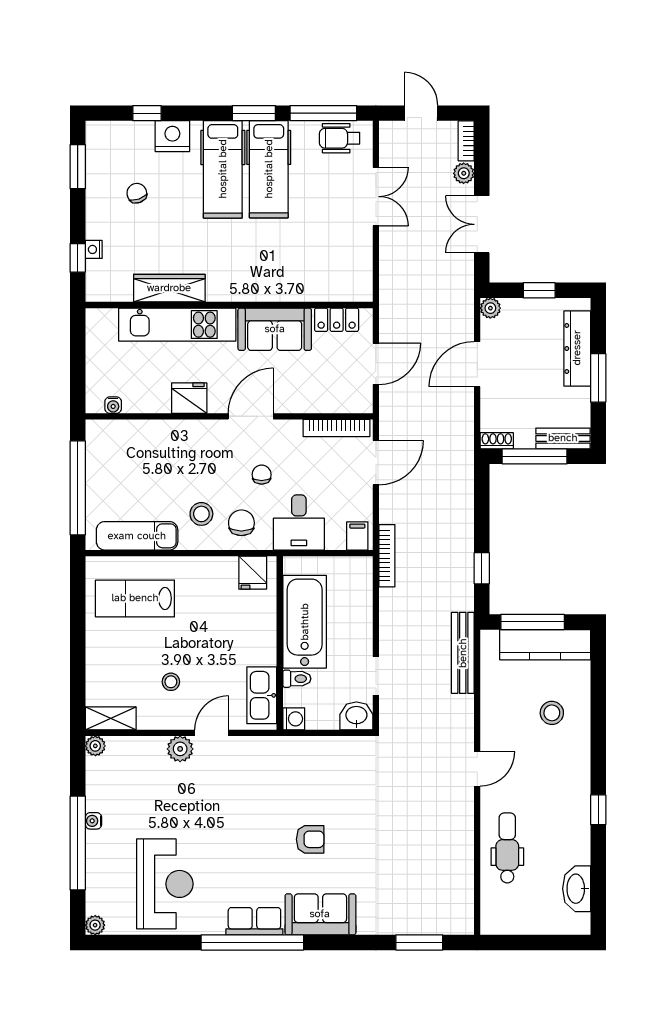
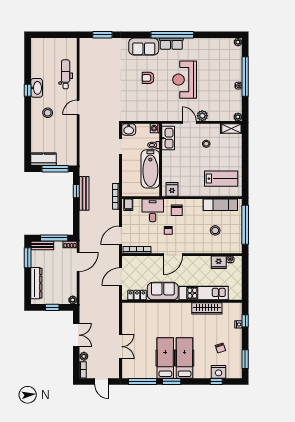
nightstand: (172, 136) -> (219, 372), moved
wheelchair: (339, 138) -> (136, 371), removed
double door: (376, 197) -> (121, 347), swing flipped
door: (477, 364) -> (78, 262), moved
window: (598, 378) -> (28, 258), moved
fridge: (189, 398) -> (219, 262), moved
stool: (201, 514) -> (215, 230), moved
kitchen counter: (545, 645) -> (43, 159), width x0.67
bench: (463, 653) -> (84, 193), moved
stool: (552, 713) -> (48, 113), moved
door: (212, 733) -> (189, 122), swing flipped
dental chair: (507, 848) -> (66, 74), turned 180
reception desk: (165, 884) -> (185, 80), moved
washbasin: (577, 889) -> (37, 88), moved

